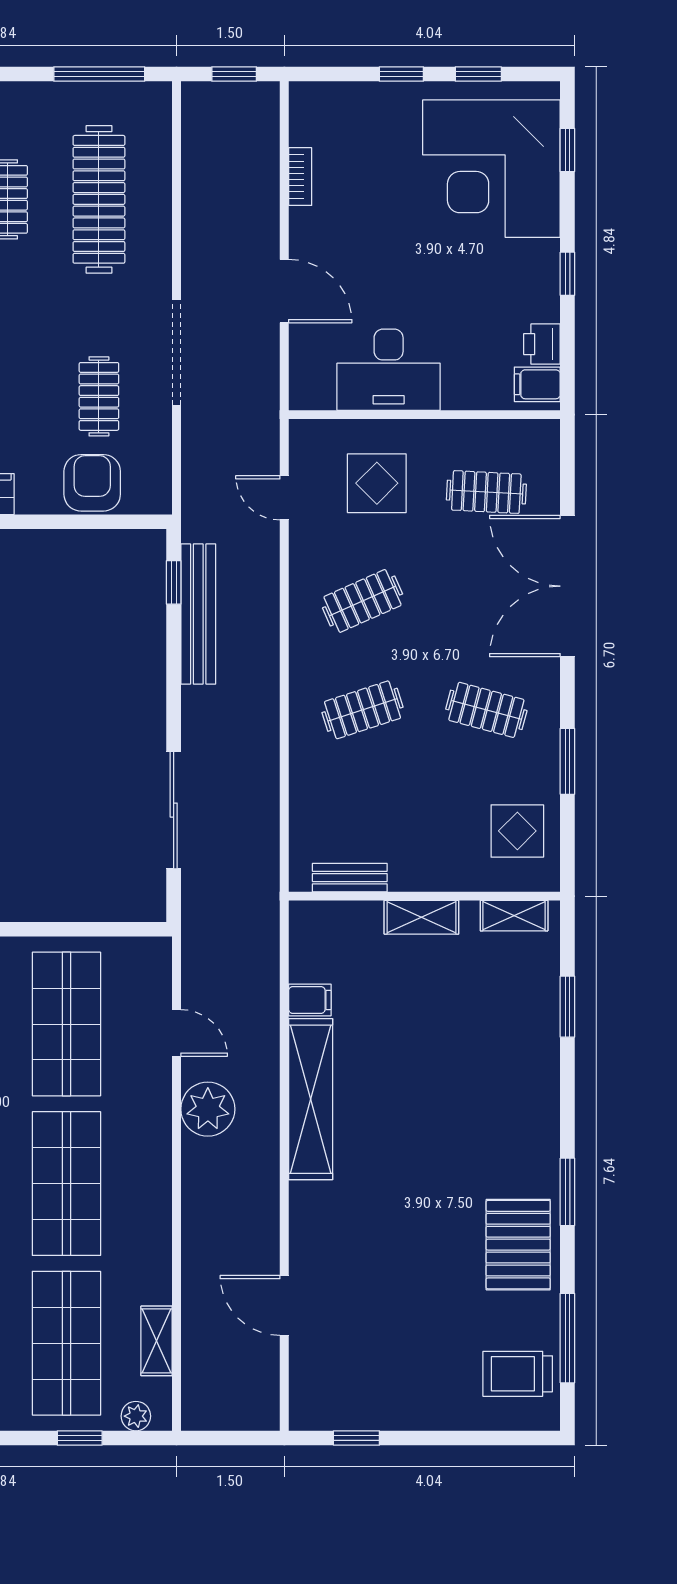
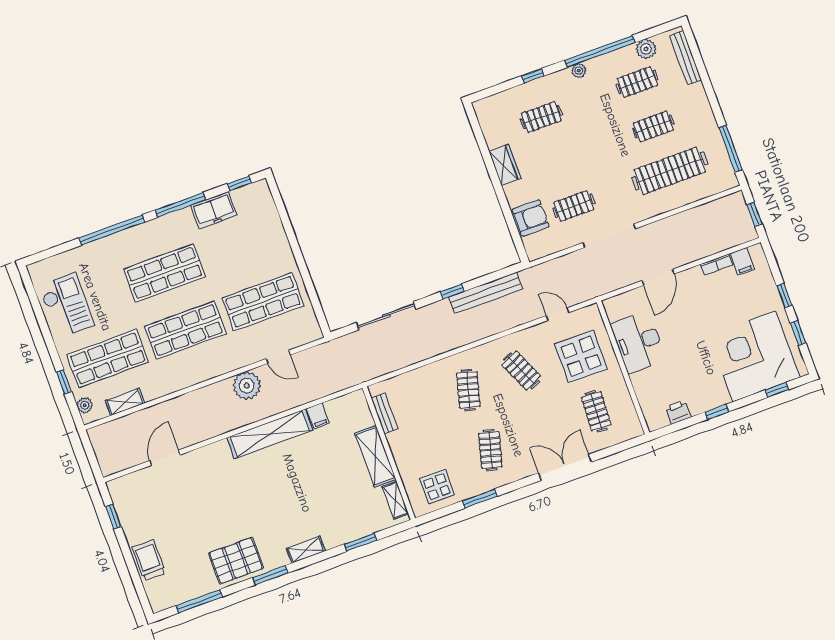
filing cabinet: (537, 384) -> (742, 261), moved, turned 180
display table: (377, 483) -> (581, 356), width x1.36, depth x1.36
door: (284, 498) -> (558, 314), hinge flipped
window: (174, 582) -> (452, 292), moved
double door: (567, 586) -> (565, 467), width x0.73
clothes rail: (363, 710) -> (468, 390), turned 33
shelving: (421, 917) -> (375, 456), width x1.50, depth x1.33
door: (176, 1033) -> (278, 357), hinge flipped
shelving: (545, 1111) -> (306, 550), added
trolley: (518, 1374) -> (149, 560), moved

